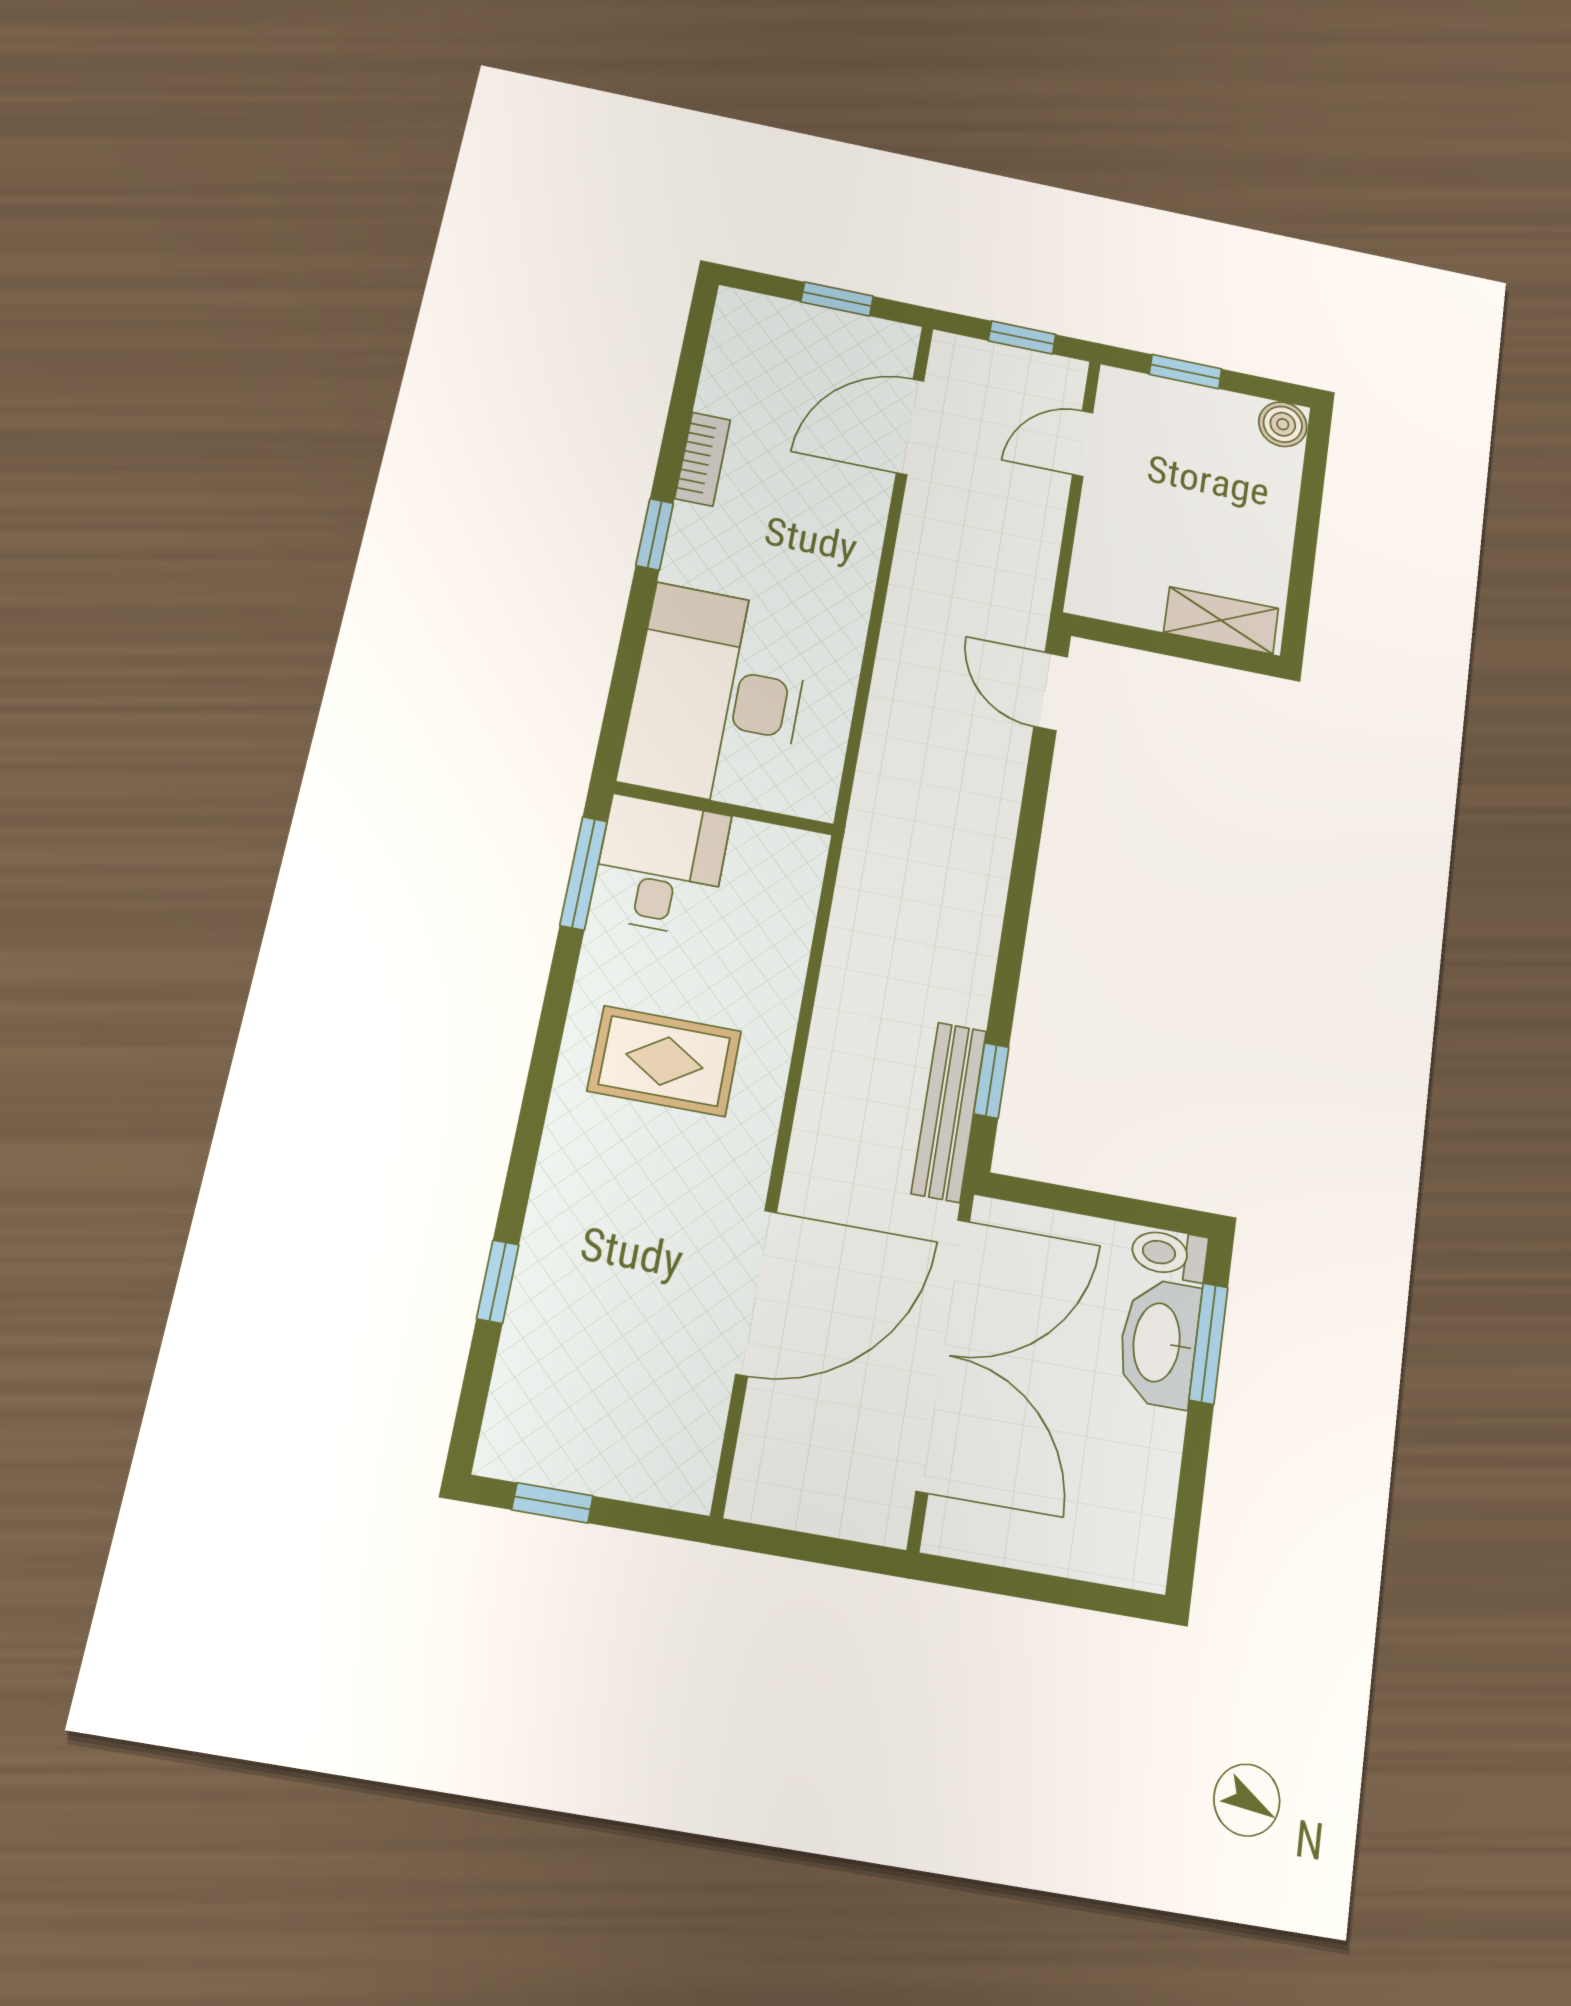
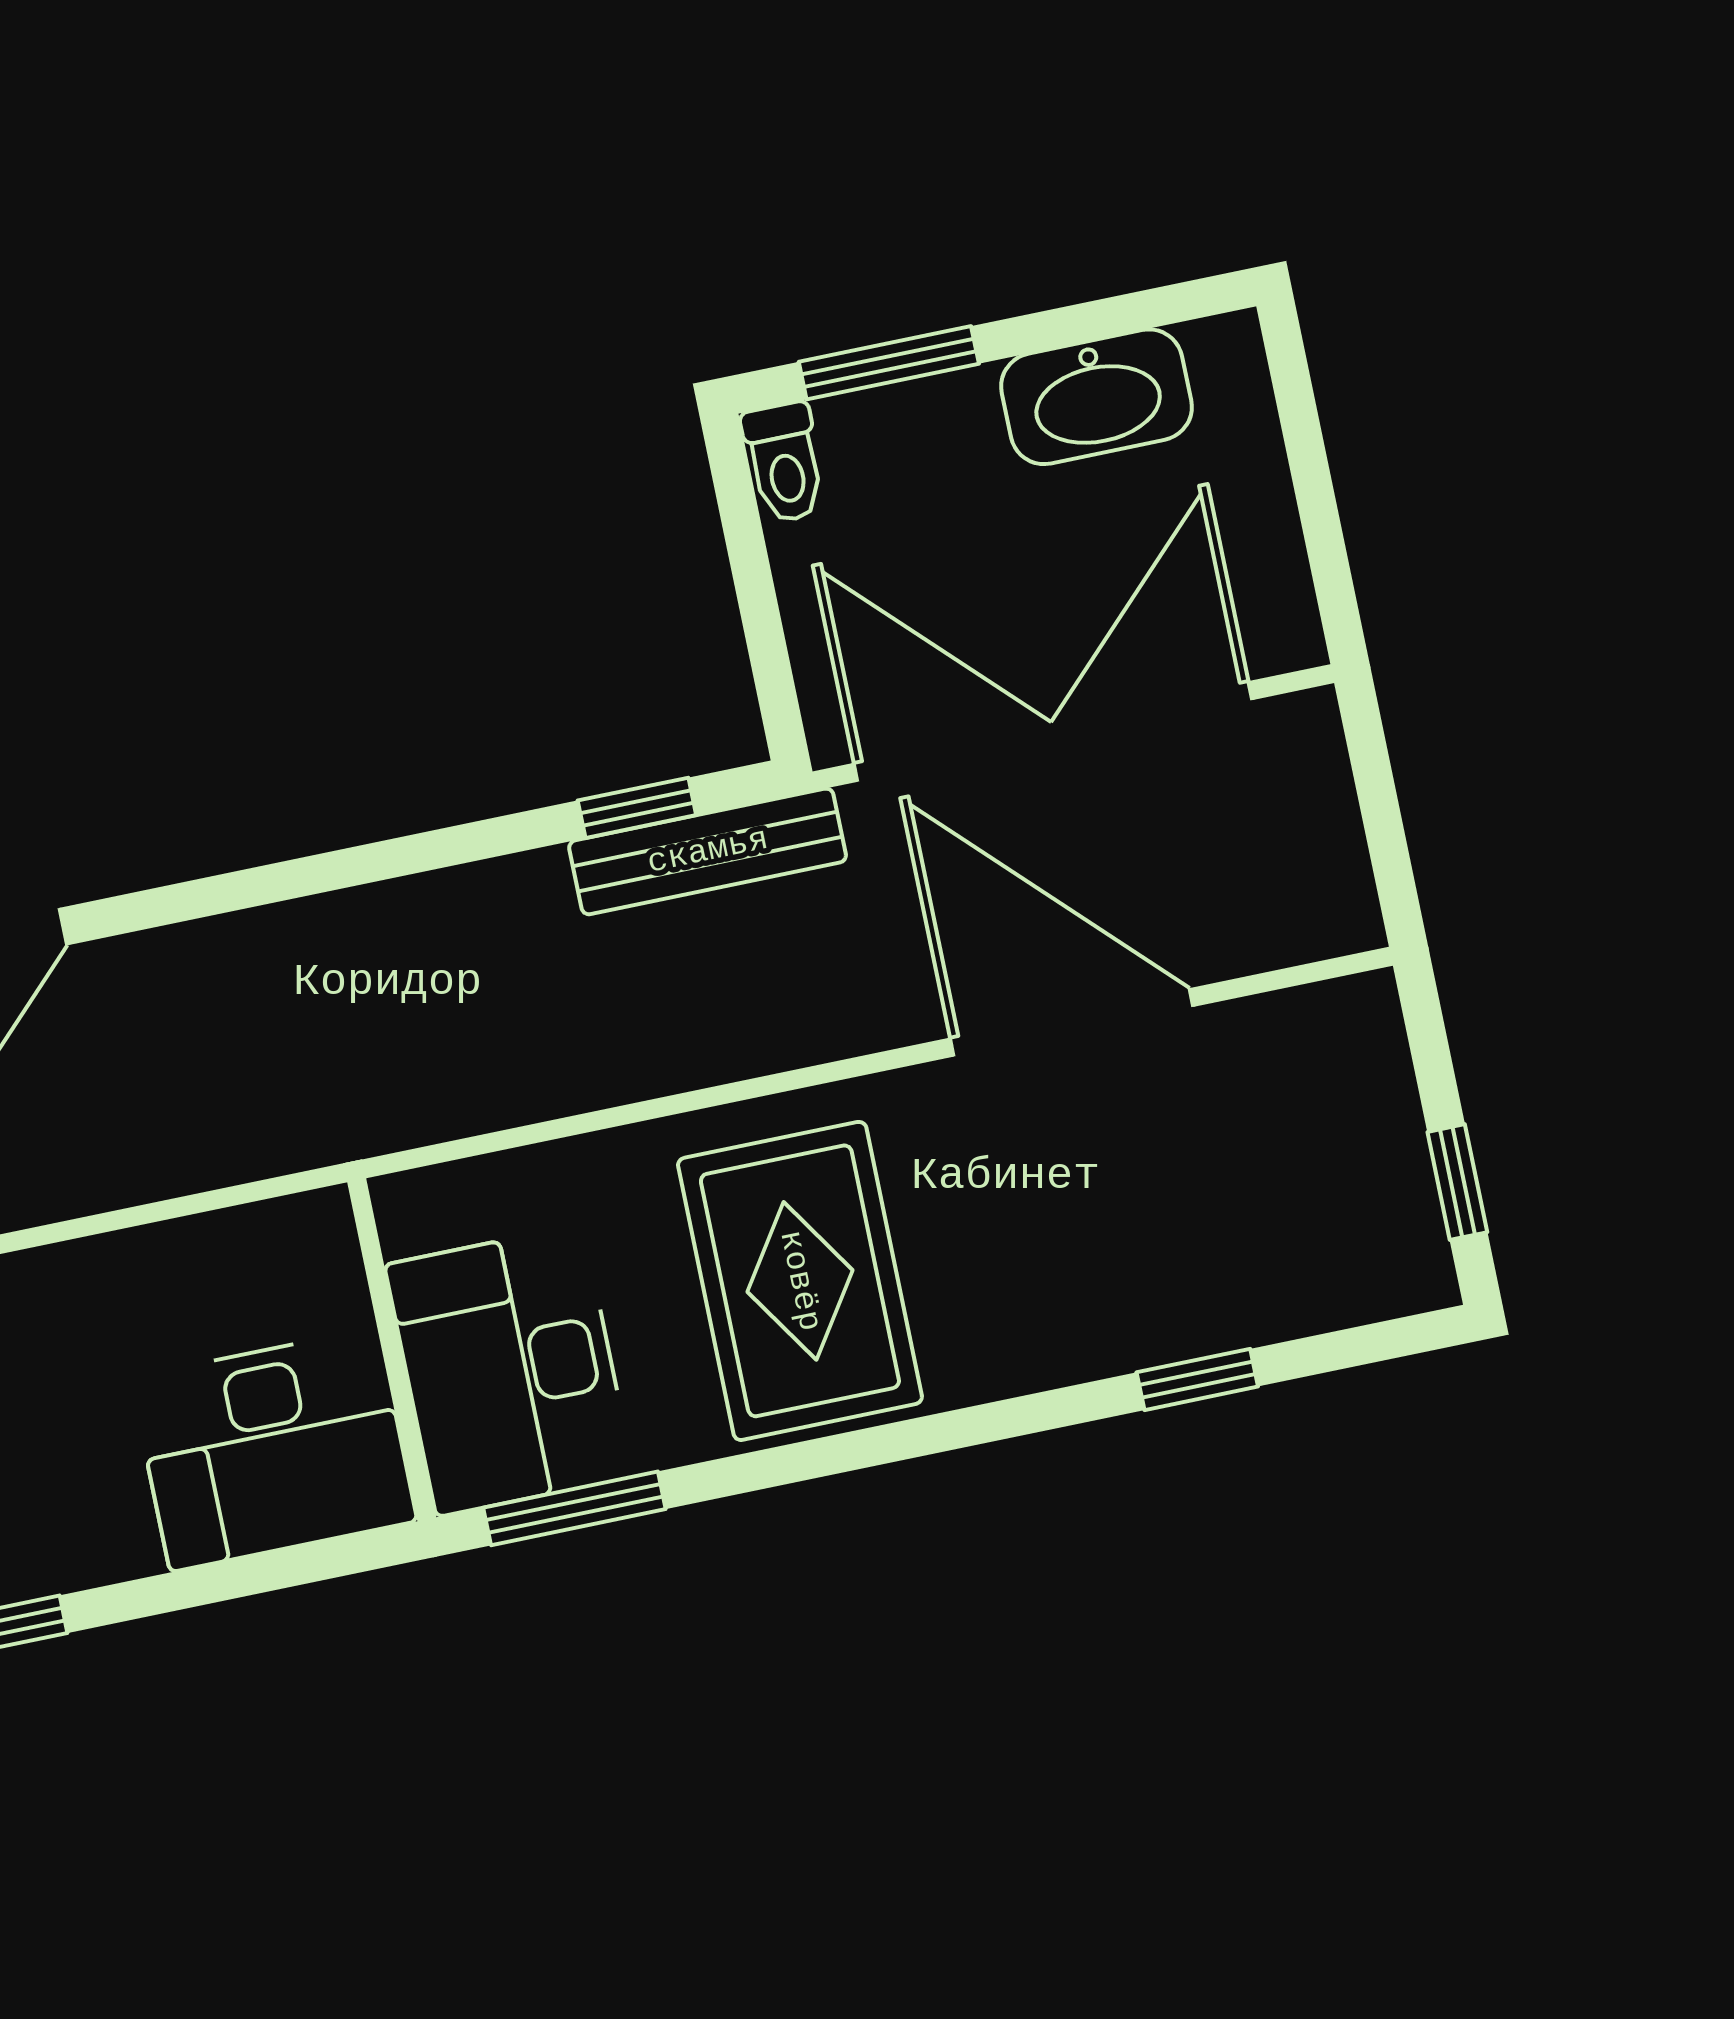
desk: (717, 696) -> (274, 1450), width x0.73, depth x0.77
desk: (660, 865) -> (509, 1370), width x1.37
rug: (664, 1061) -> (800, 1281), width x1.36, depth x1.43
washbasin: (1159, 1343) -> (1096, 397), moved

